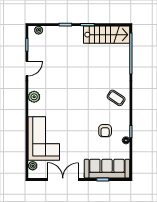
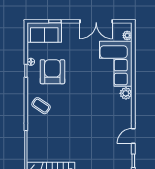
plant: (34, 97) -> (126, 93), moved
armchair: (105, 131) -> (52, 72), width x1.88, depth x1.88
sofa: (107, 169) -> (44, 33), width x0.73

